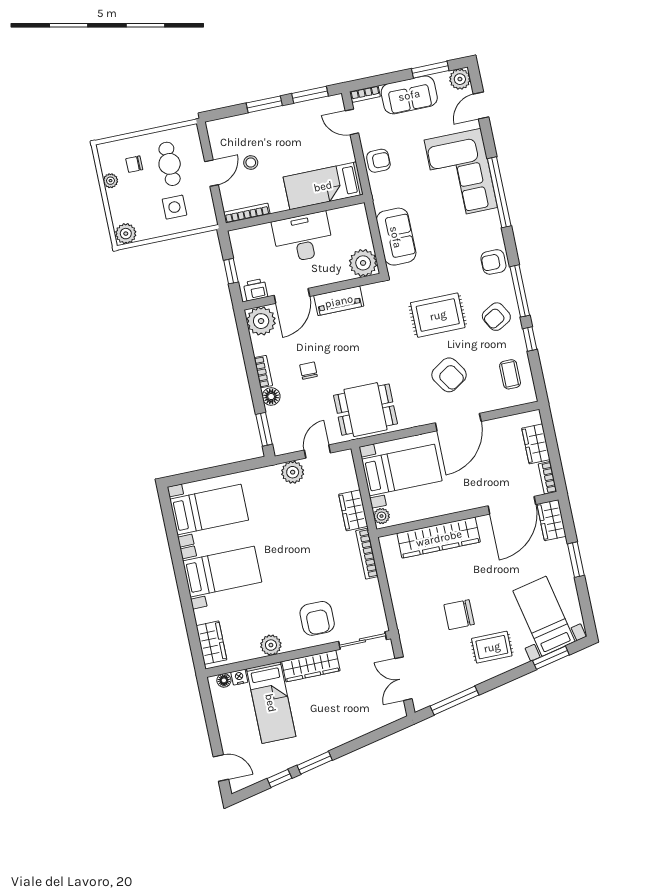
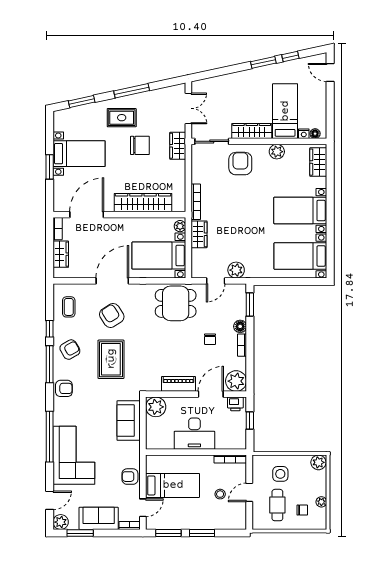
door: (352, 122) -> (143, 508), hinge flipped
bed: (323, 186) -> (173, 485), moved
rug: (438, 315) -> (111, 359), turned 90
wardrobe: (552, 520) -> (178, 146), moved, turned 180
bed with nightstands: (544, 616) -> (79, 154), moved, turned -78
window: (454, 701) -> (132, 91), moved

